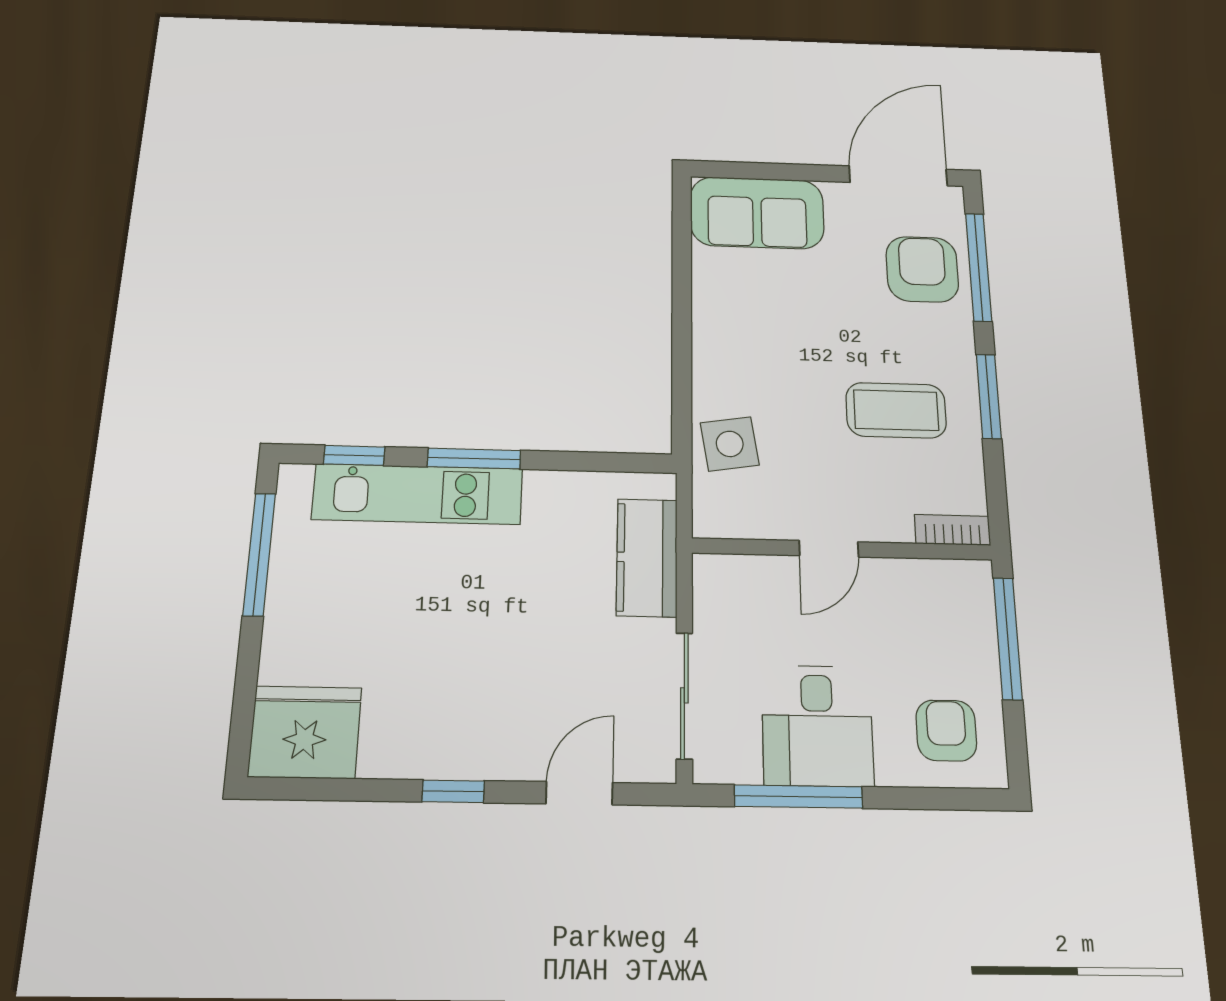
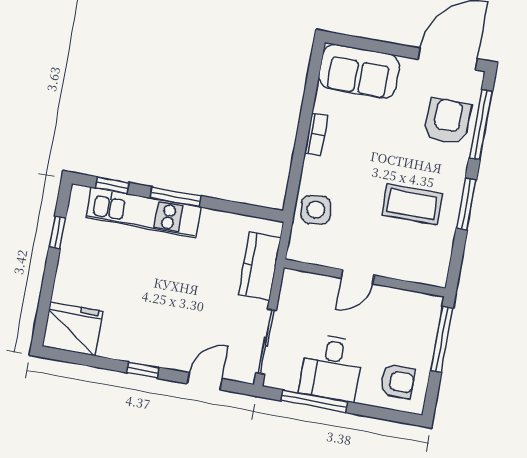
bookcase: (952, 530) -> (316, 134), moved, turned 90
window: (259, 554) -> (57, 232), width x0.46
armchair: (946, 730) -> (397, 381), turned 90

